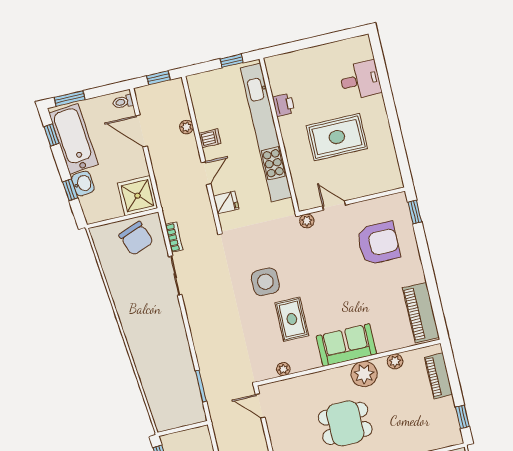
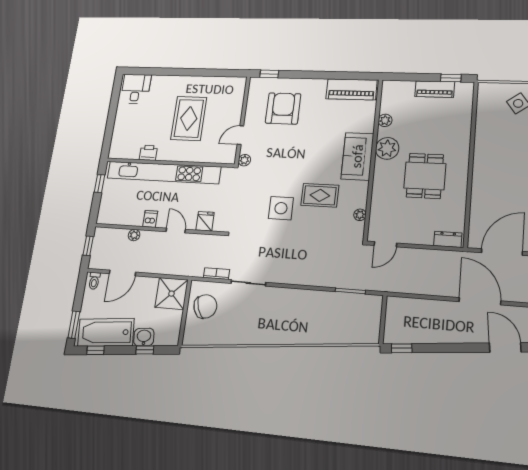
desk: (360, 80) -> (136, 89), moved
piano: (438, 376) -> (435, 89), moved

